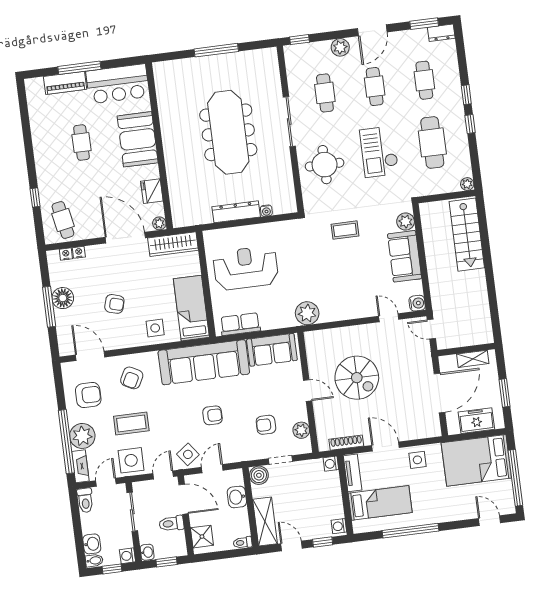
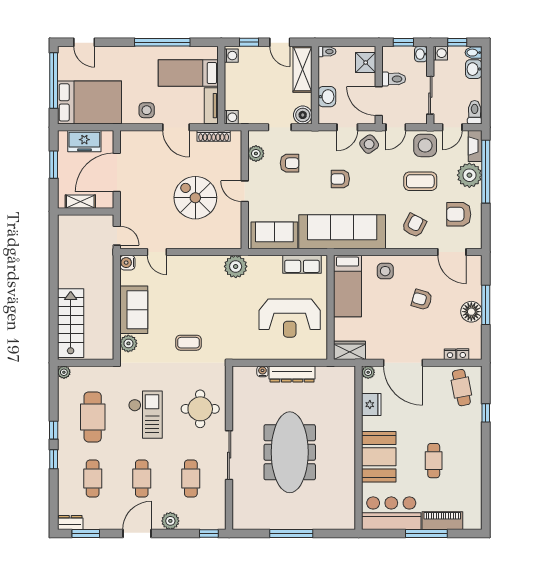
wardrobe: (173, 244) -> (349, 350), width x0.67

